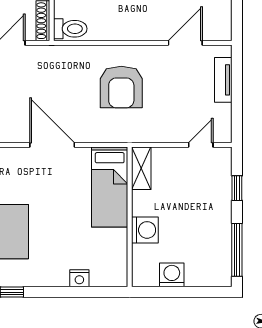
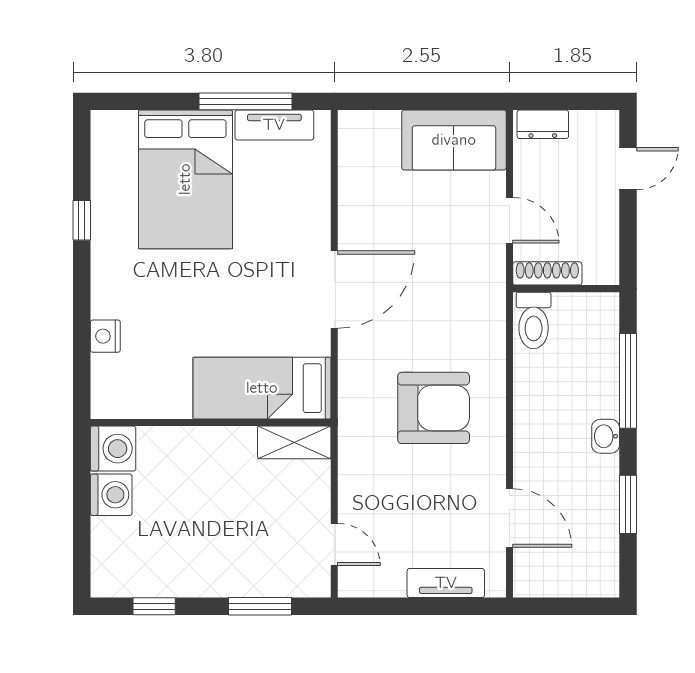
armchair: (121, 87) -> (434, 408), turned 180
window: (237, 188) -> (260, 606), width x1.50
washing machine: (145, 230) -> (113, 449), moved, turned -90
window: (237, 250) -> (154, 606), width x0.46

